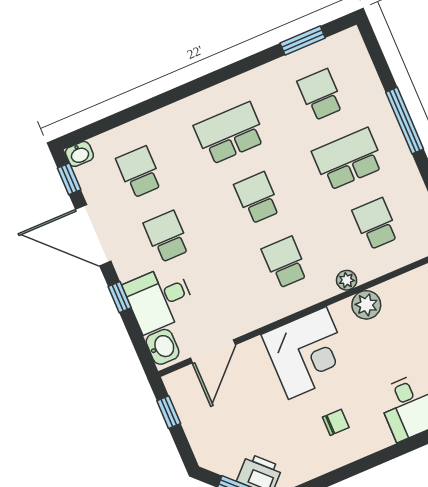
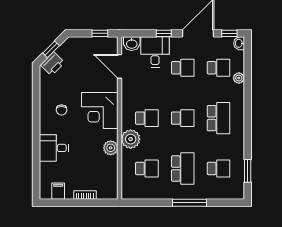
plant: (142, 128) -> (239, 78), added
plant: (347, 280) -> (131, 139), width x1.88, depth x1.88

